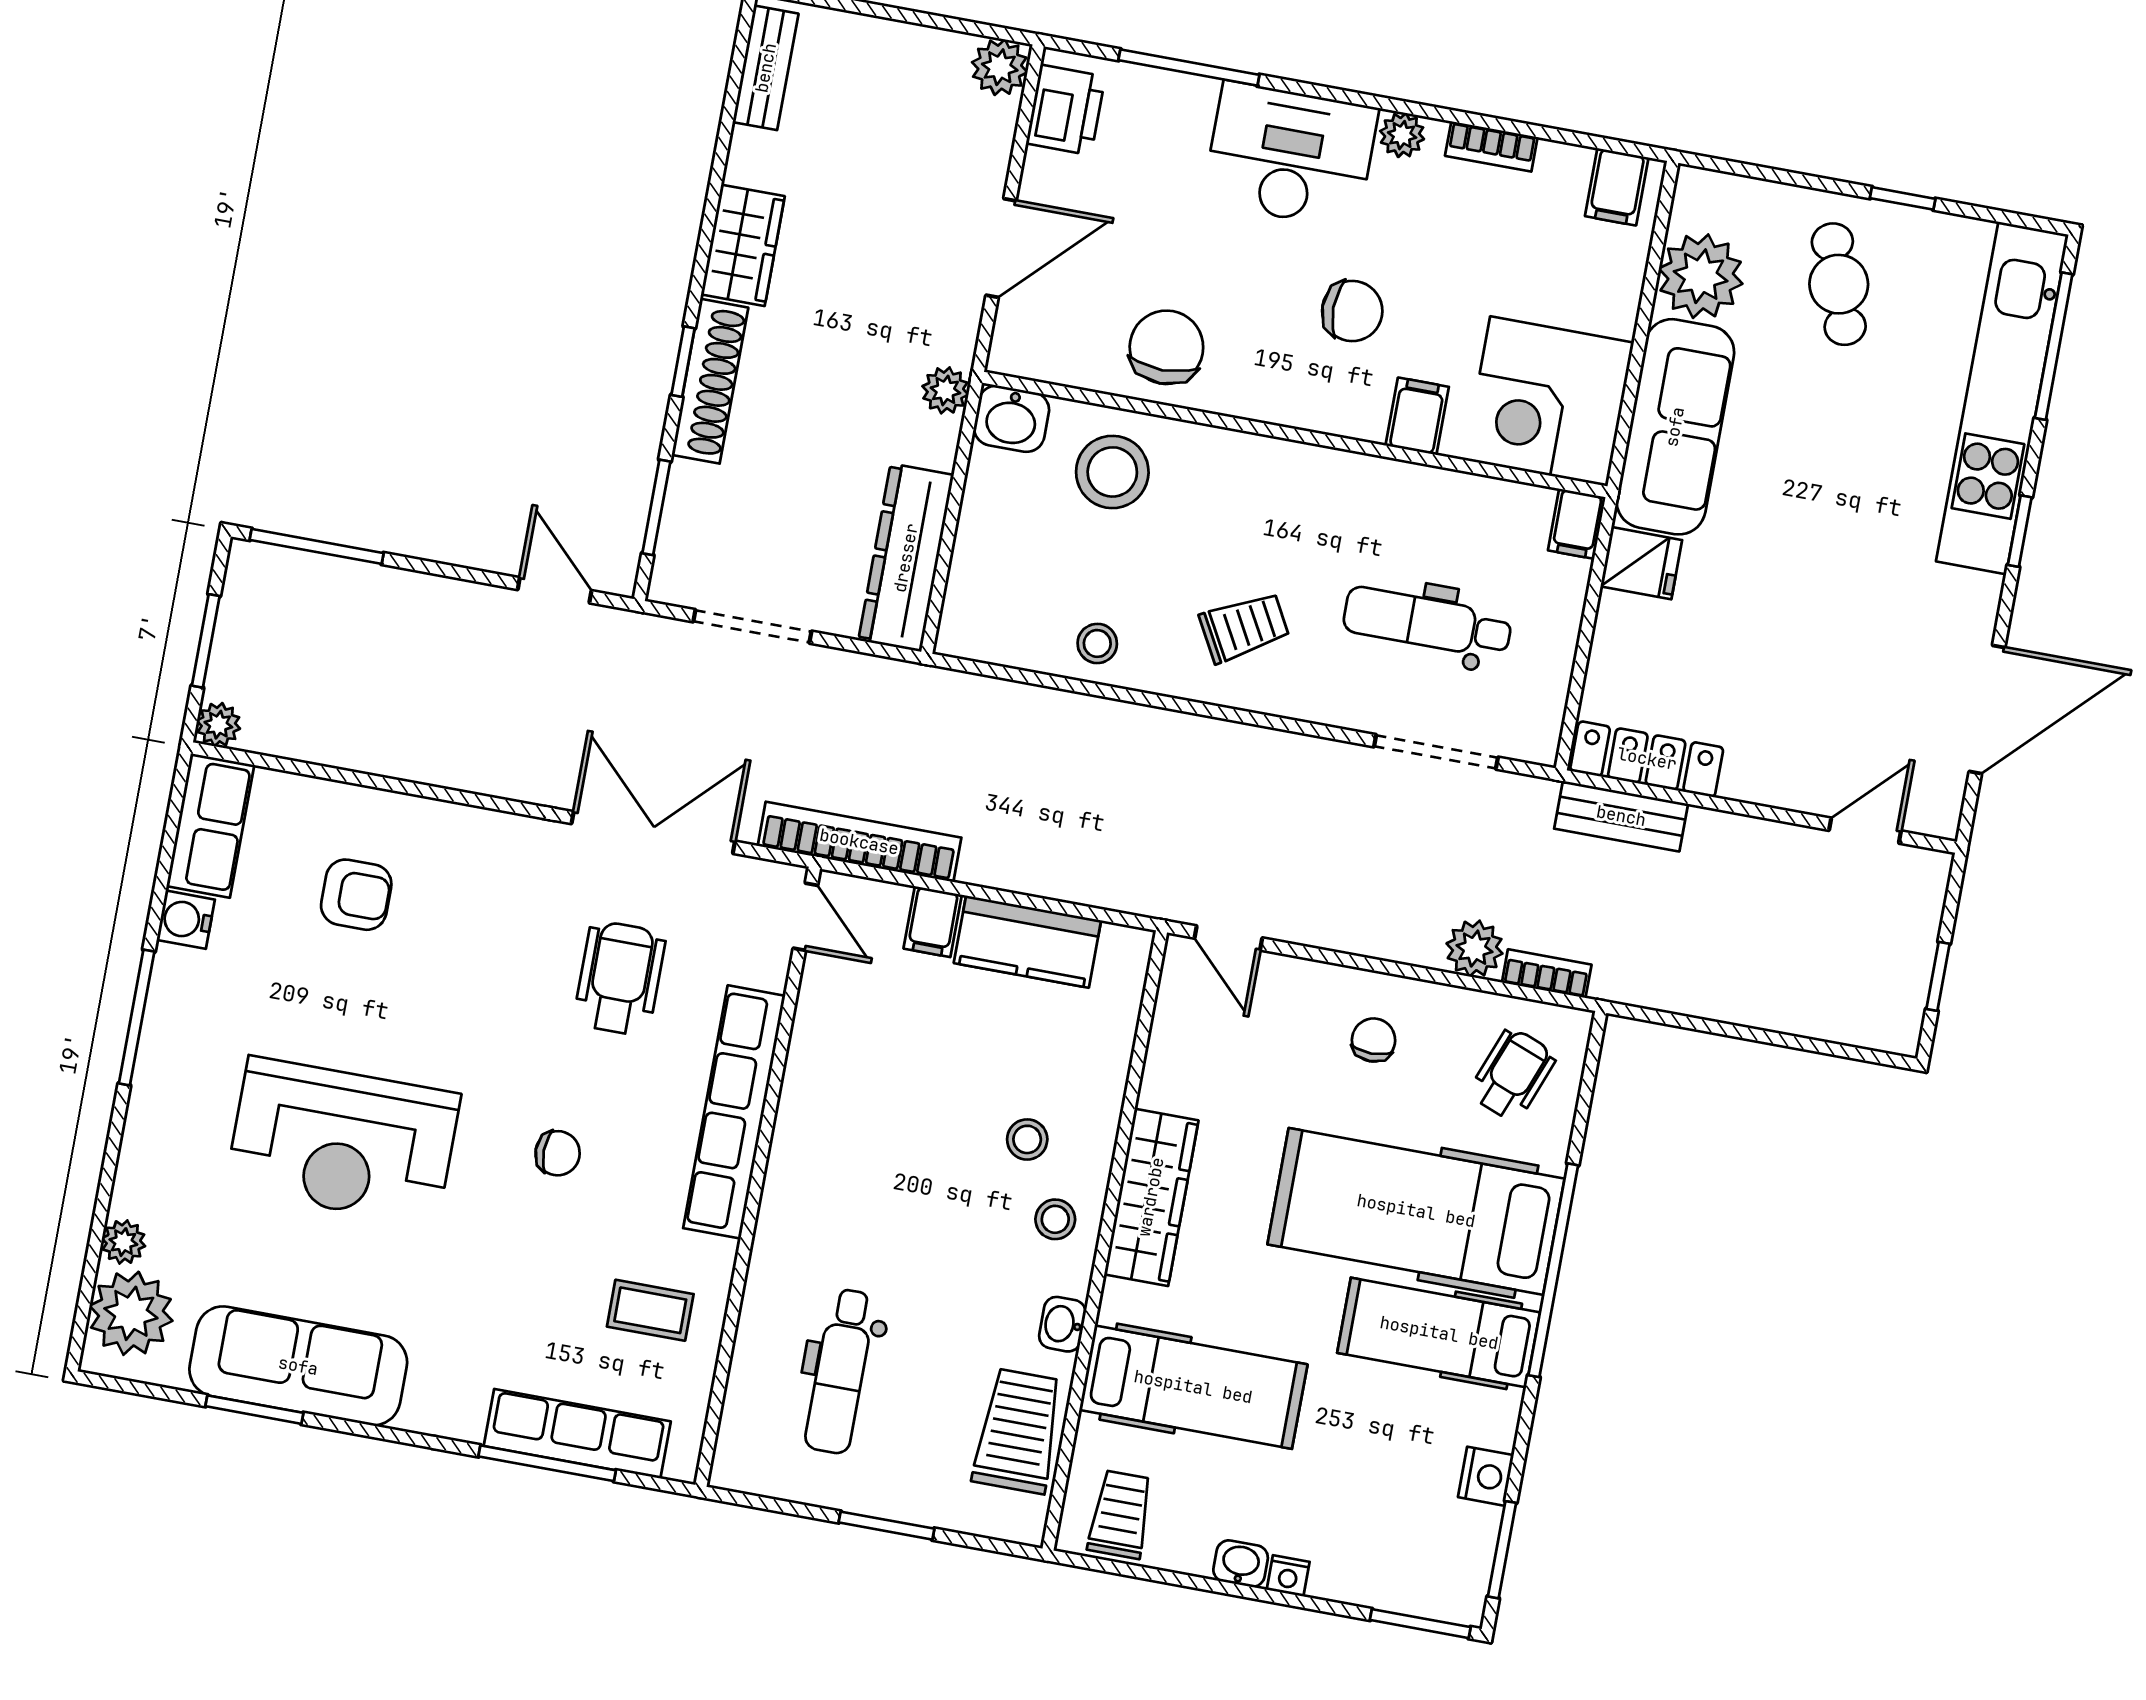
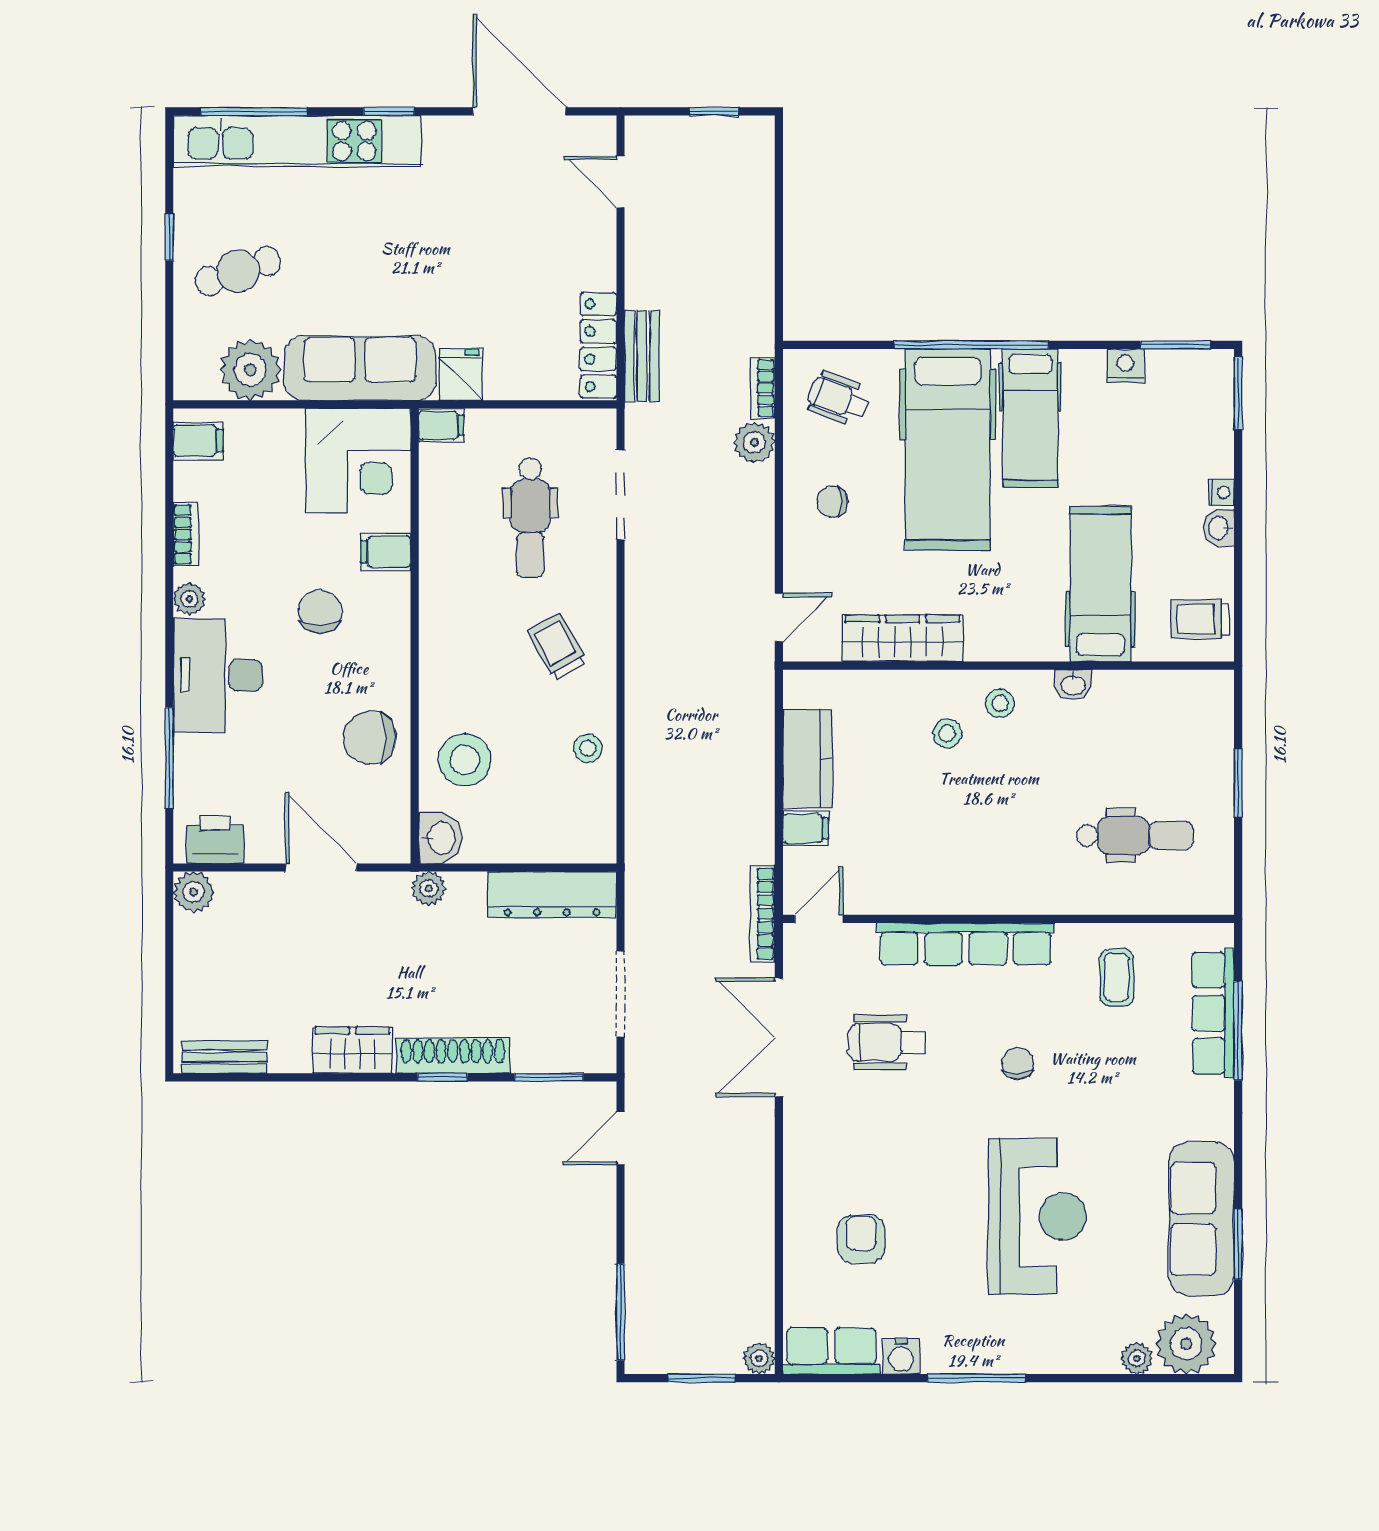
bookcase: (859, 842) -> (763, 914), width x0.68, depth x0.76
wardrobe: (1151, 1197) -> (903, 638), moved
trolley: (1018, 1431) -> (1154, 702), removed

